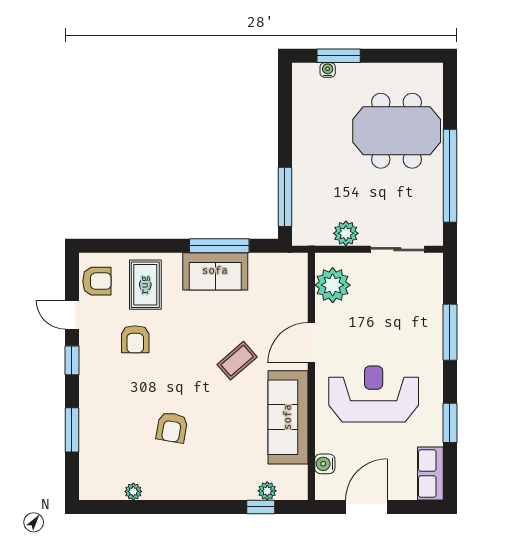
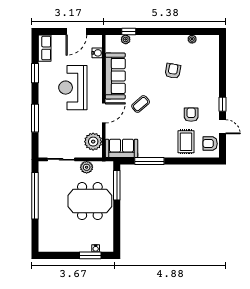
meeting table: (397, 131) -> (90, 201), moved
sofa: (215, 271) -> (121, 148), moved
reception desk: (374, 394) -> (73, 88), turned 90
window: (72, 430) -> (222, 70), removed

